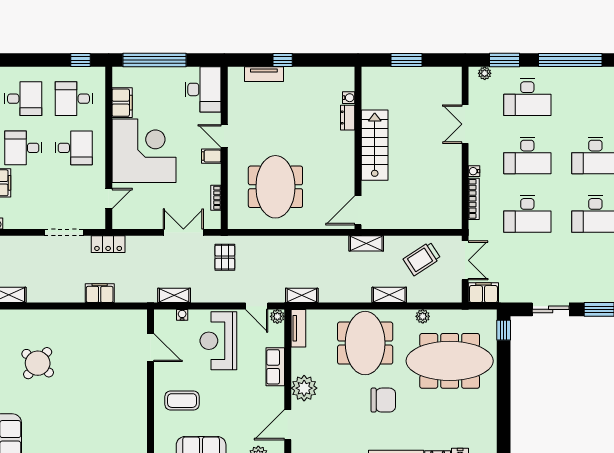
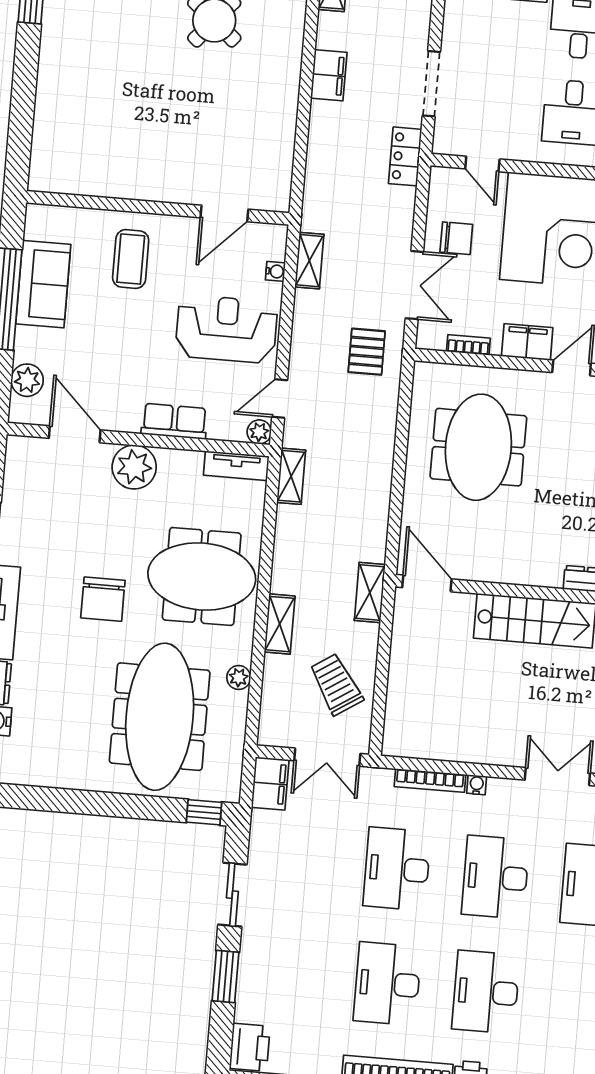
filing cabinet: (211, 156) -> (527, 342), width x2.00
meeting table: (275, 187) -> (478, 447), turned 90
chair: (154, 210) -> (456, 238), added
pallet: (225, 257) -> (367, 352), turned 90
filing cabinet: (100, 293) -> (329, 75), moved

